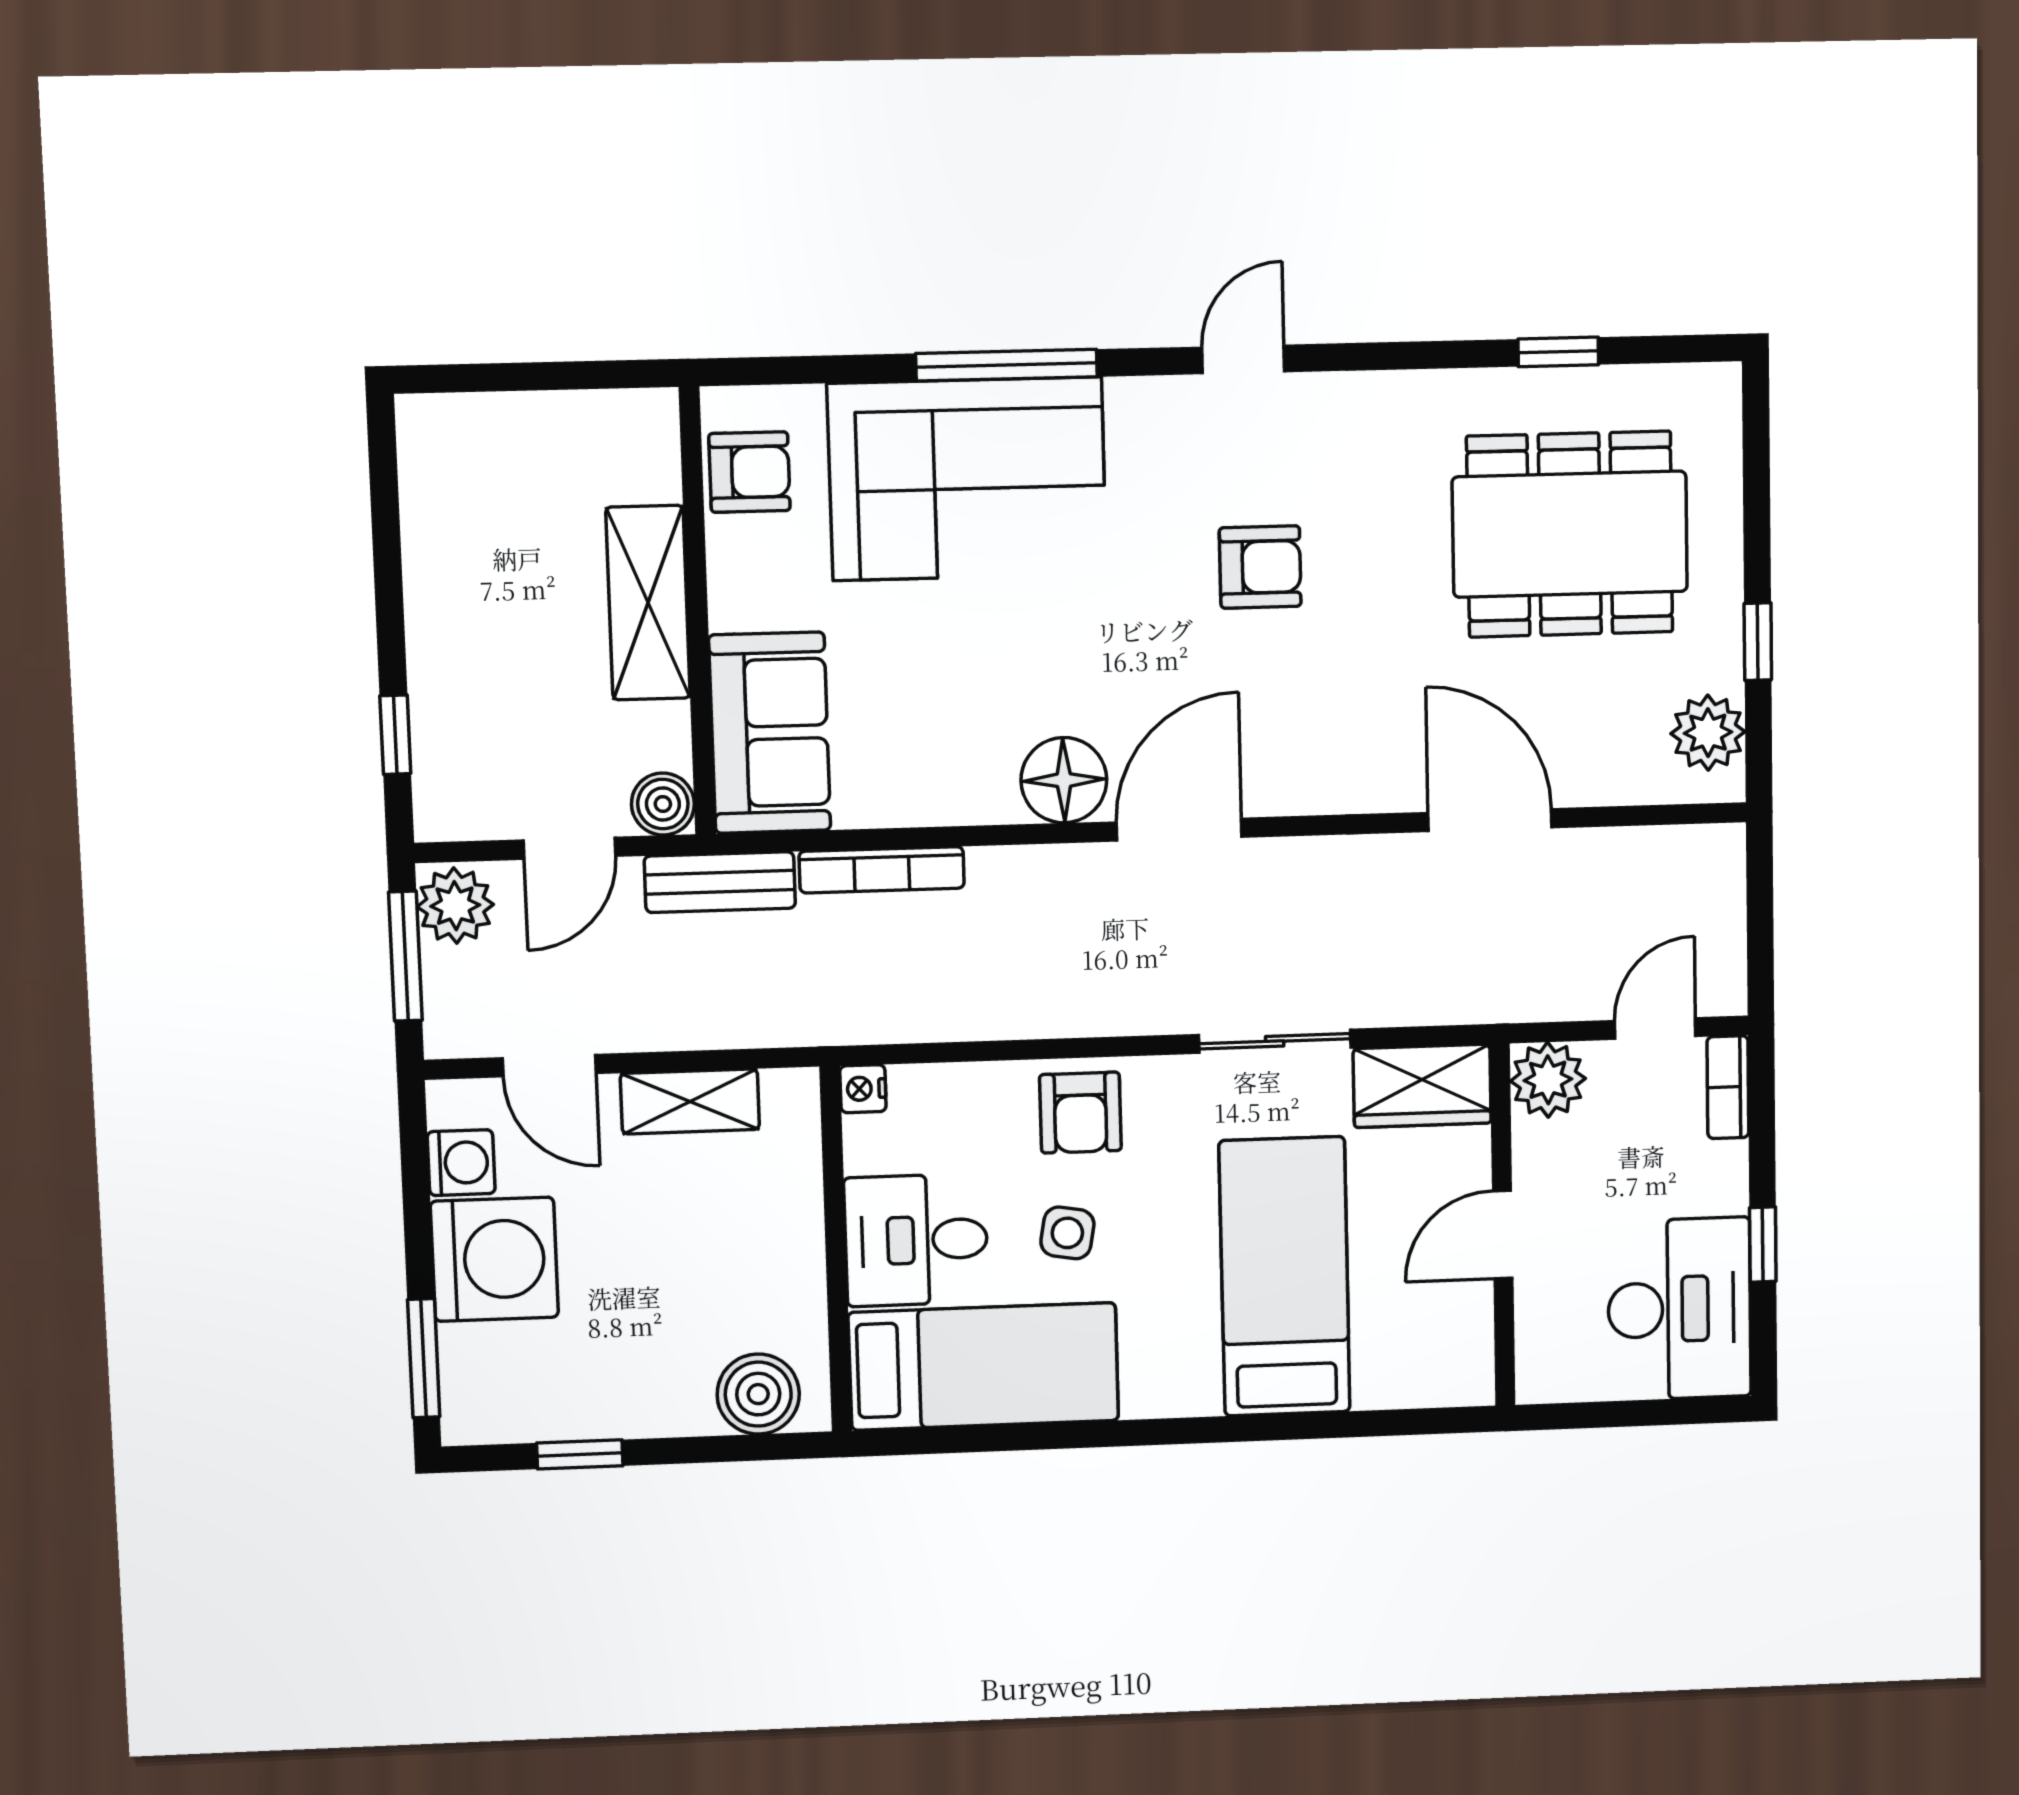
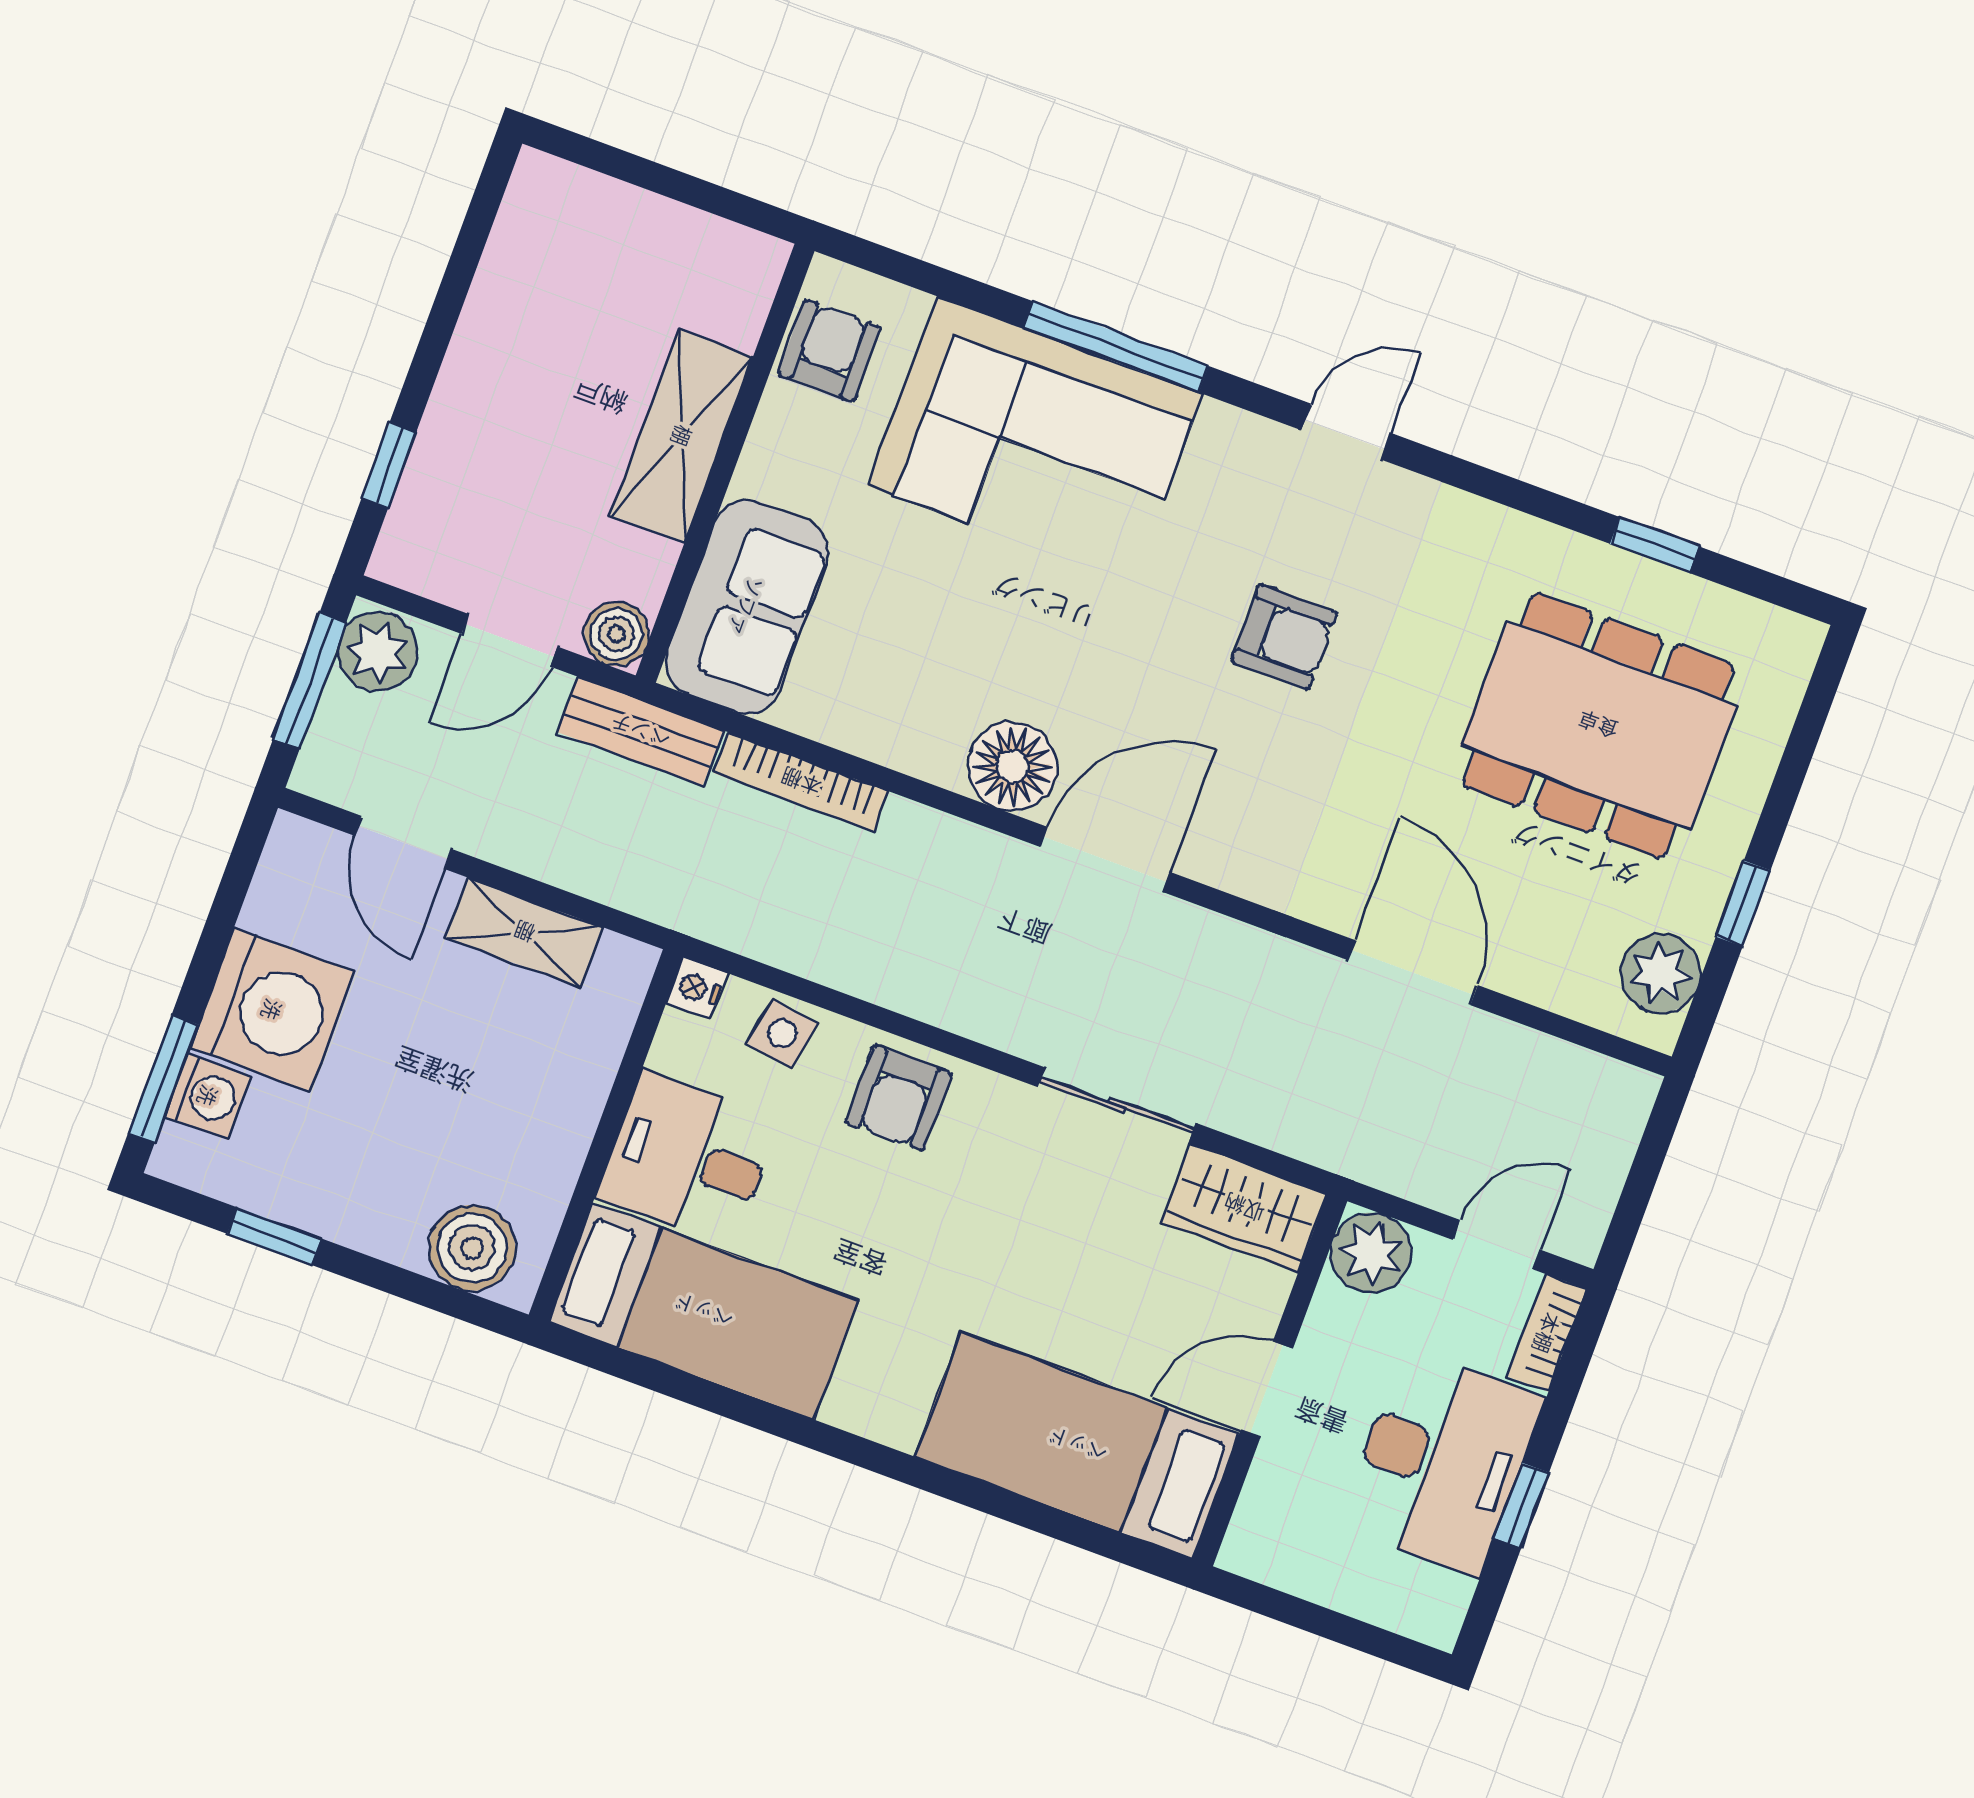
armchair: (749, 472) -> (829, 351), turned -90
washing machine: (461, 1163) -> (208, 1096), moved
side table: (1067, 1233) -> (782, 1034), moved
bed: (1285, 1277) -> (1077, 1445), moved, turned -90
desk: (1679, 1309) -> (1441, 1462), moved

